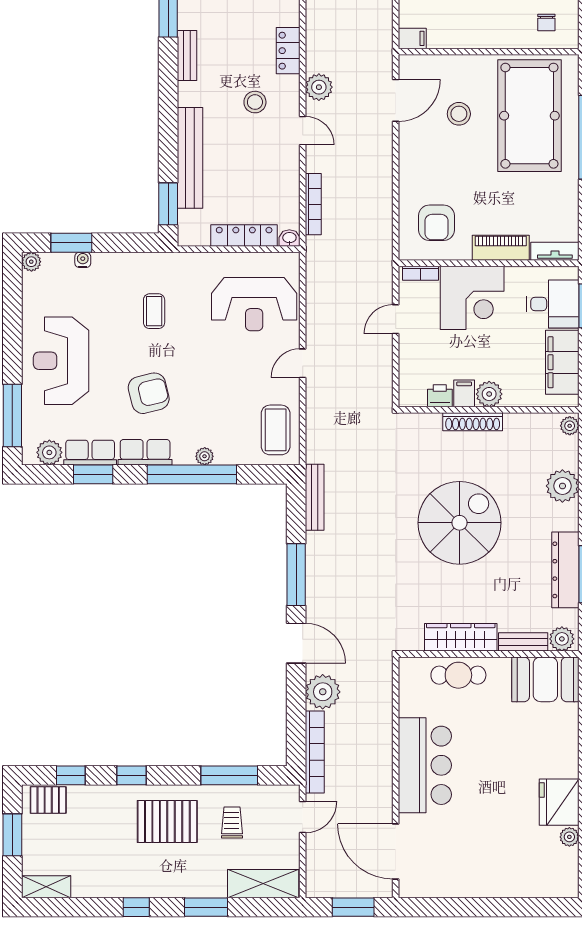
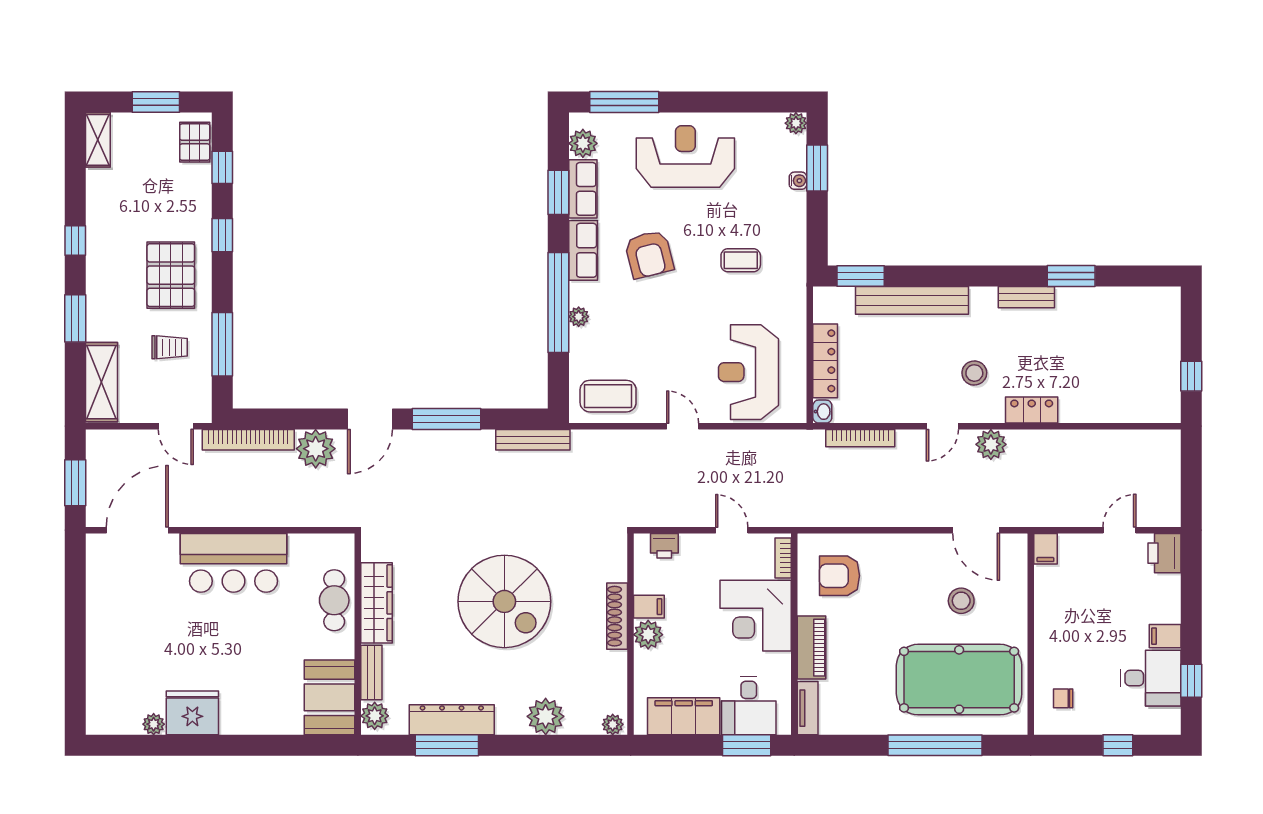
printer: (440, 396) -> (664, 546), moved, turned 90

